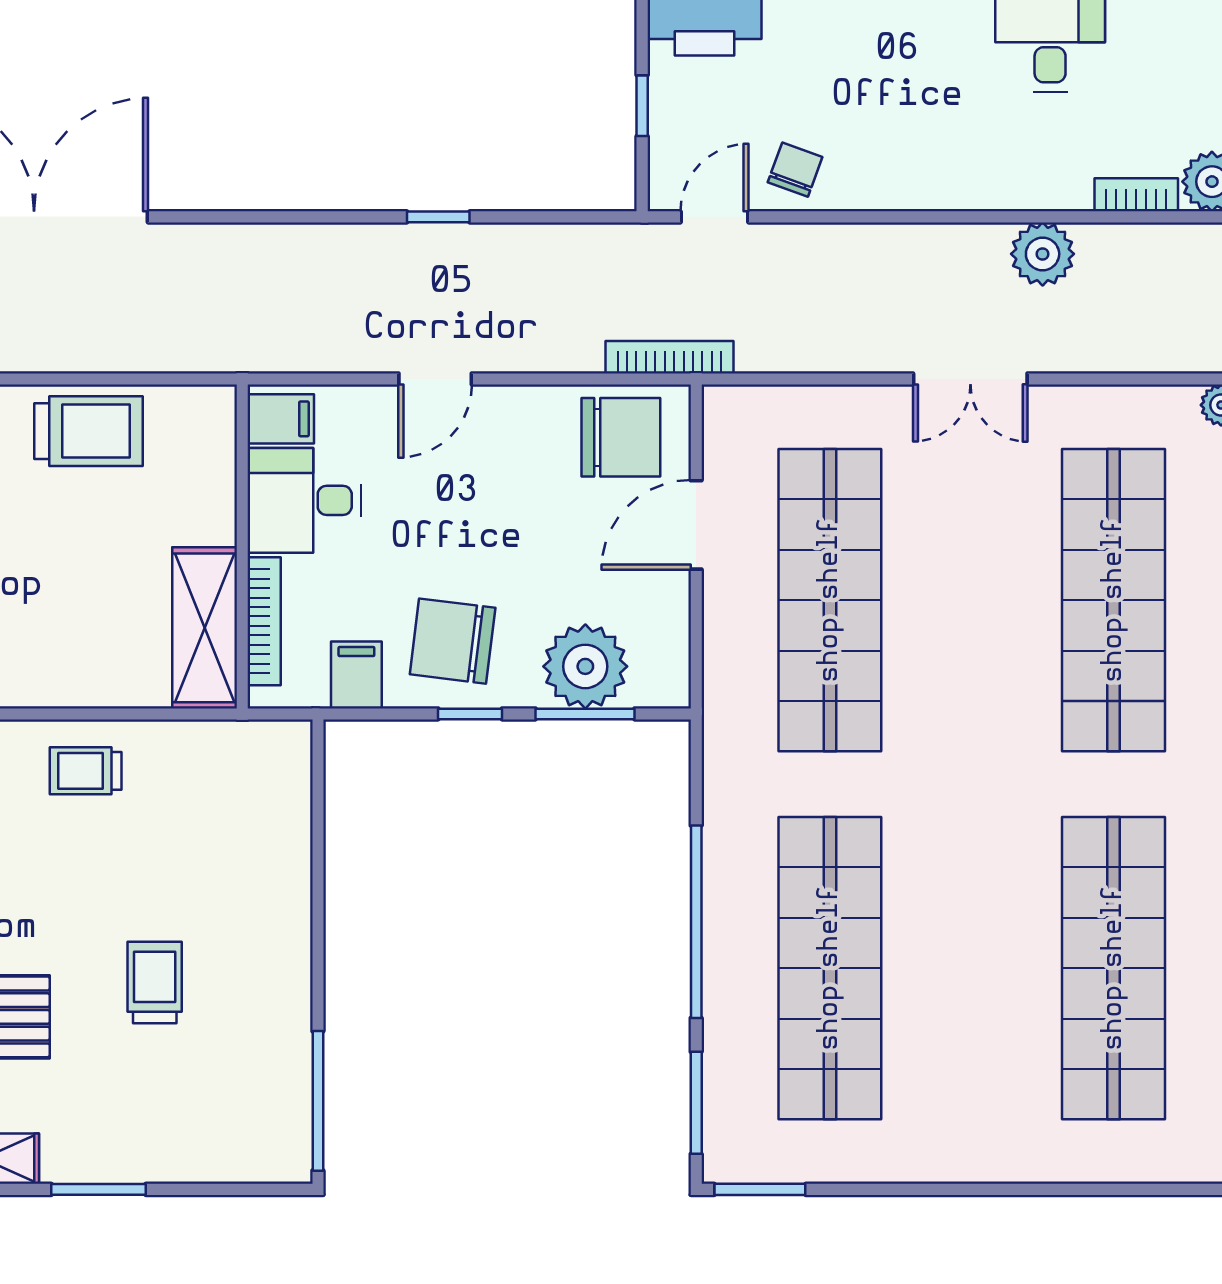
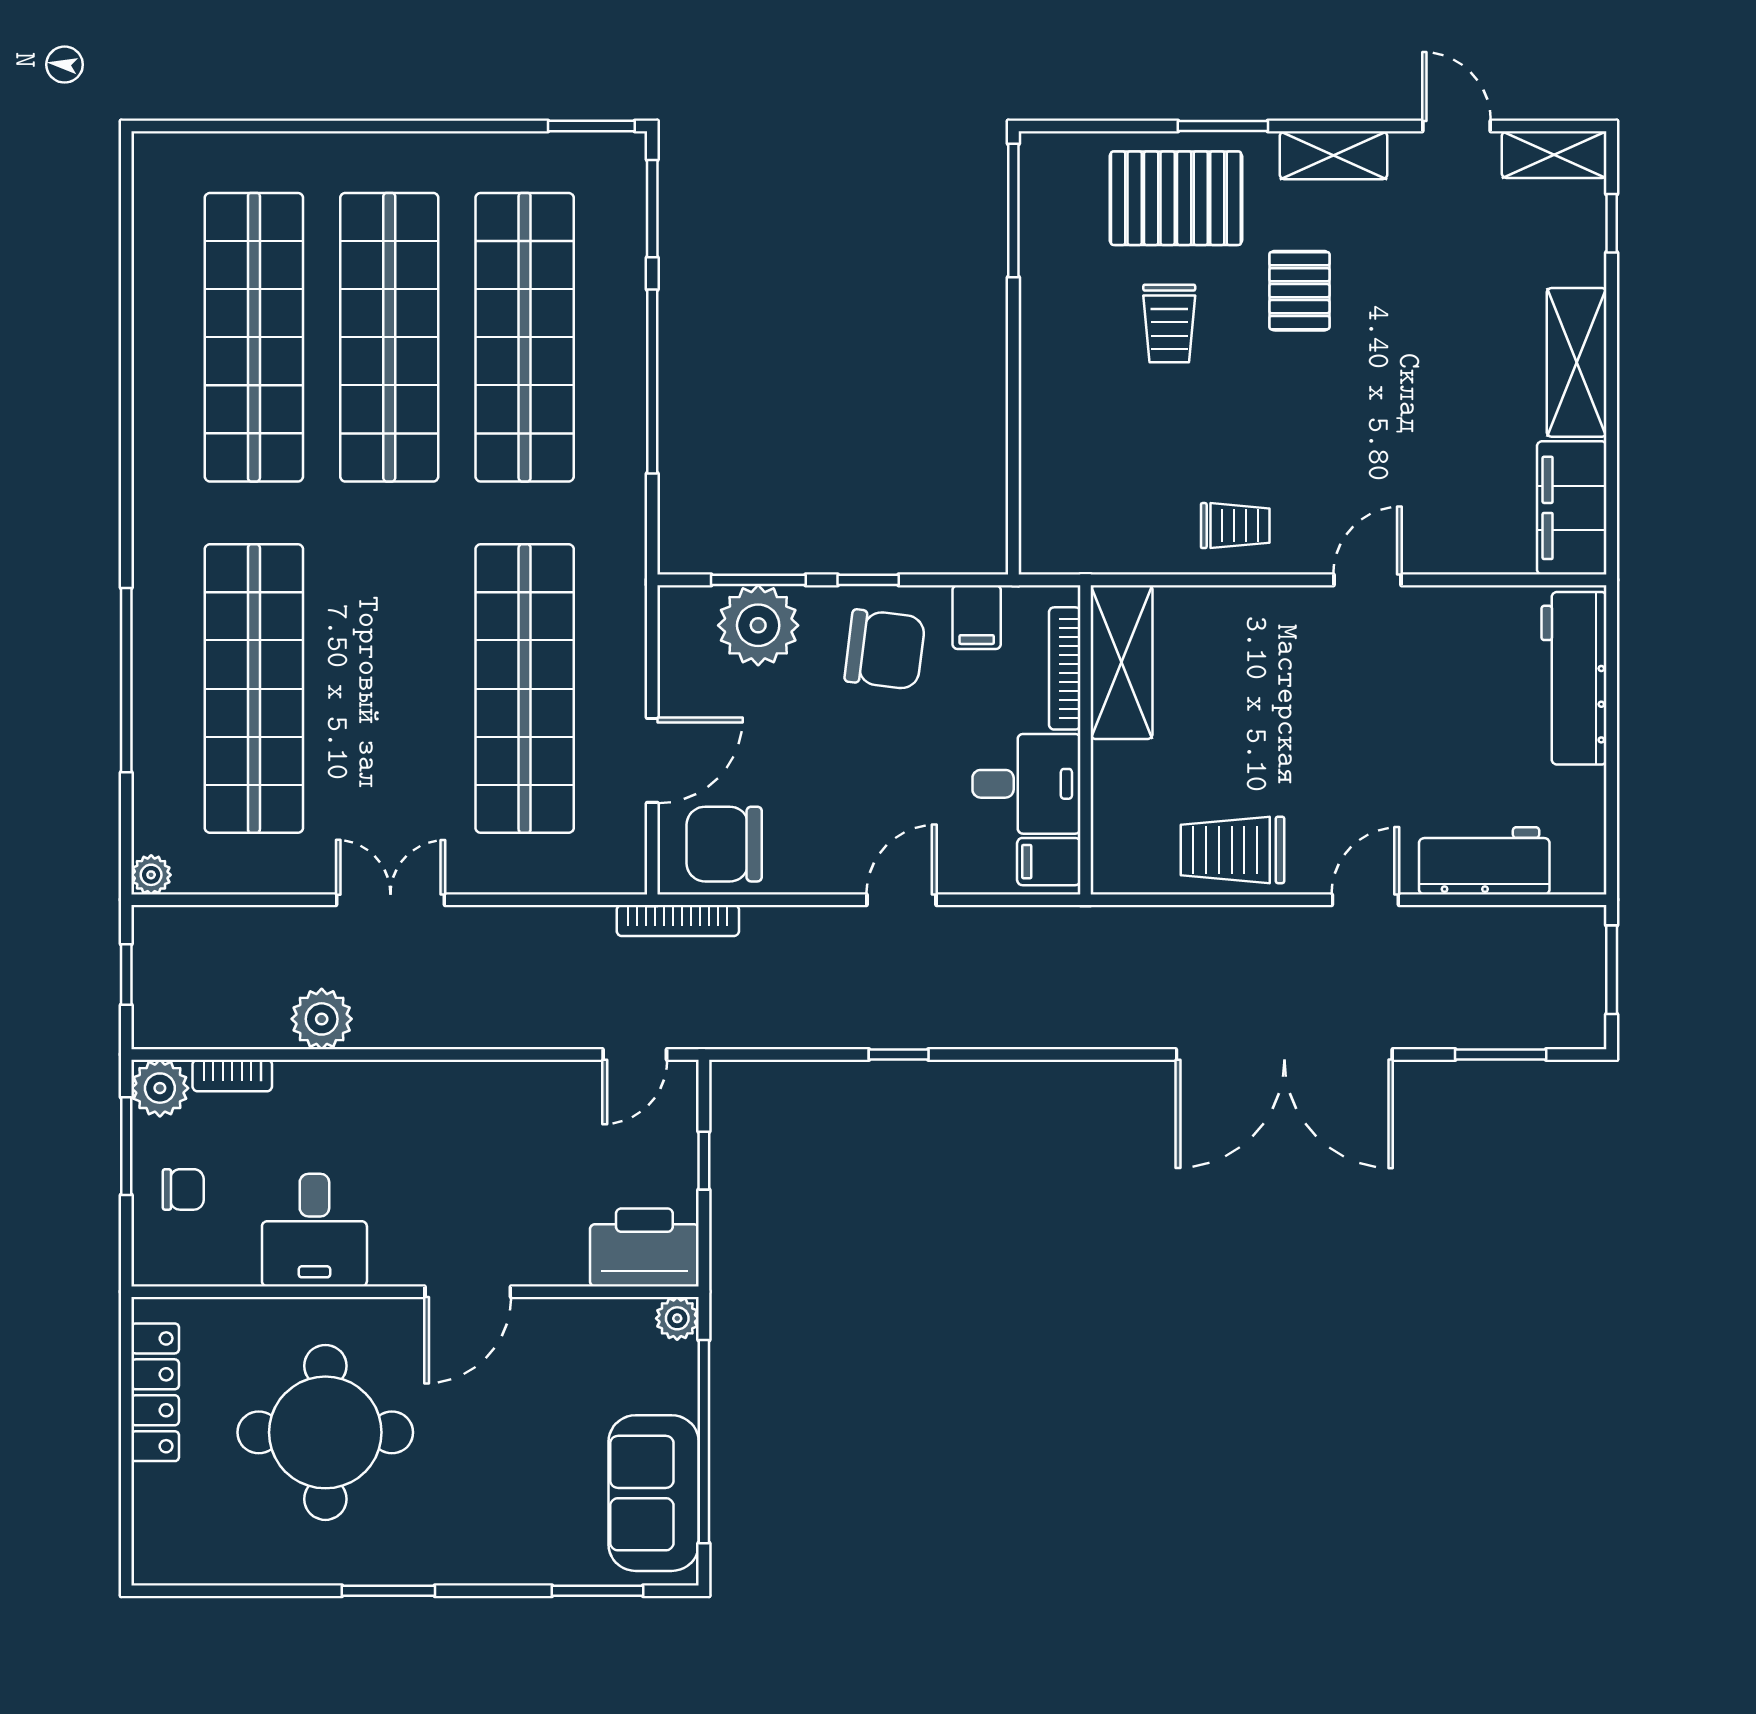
chair: (795, 170) -> (183, 1189), moved, turned -110
shop shelf: (972, 968) -> (389, 337), added
pallet: (148, 1114) -> (1176, 198), added

